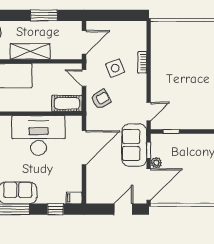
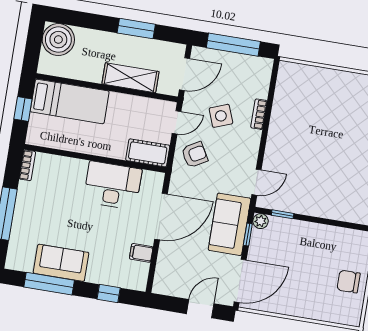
window: (116, 15) -> (233, 45), added
shelving: (30, 51) -> (130, 78), moved
door: (84, 78) -> (177, 122), swing flipped
desk: (38, 136) -> (113, 185), width x0.73, depth x0.77
plant: (156, 163) -> (261, 221), moved
filing cabinet: (74, 198) -> (141, 253), moved

